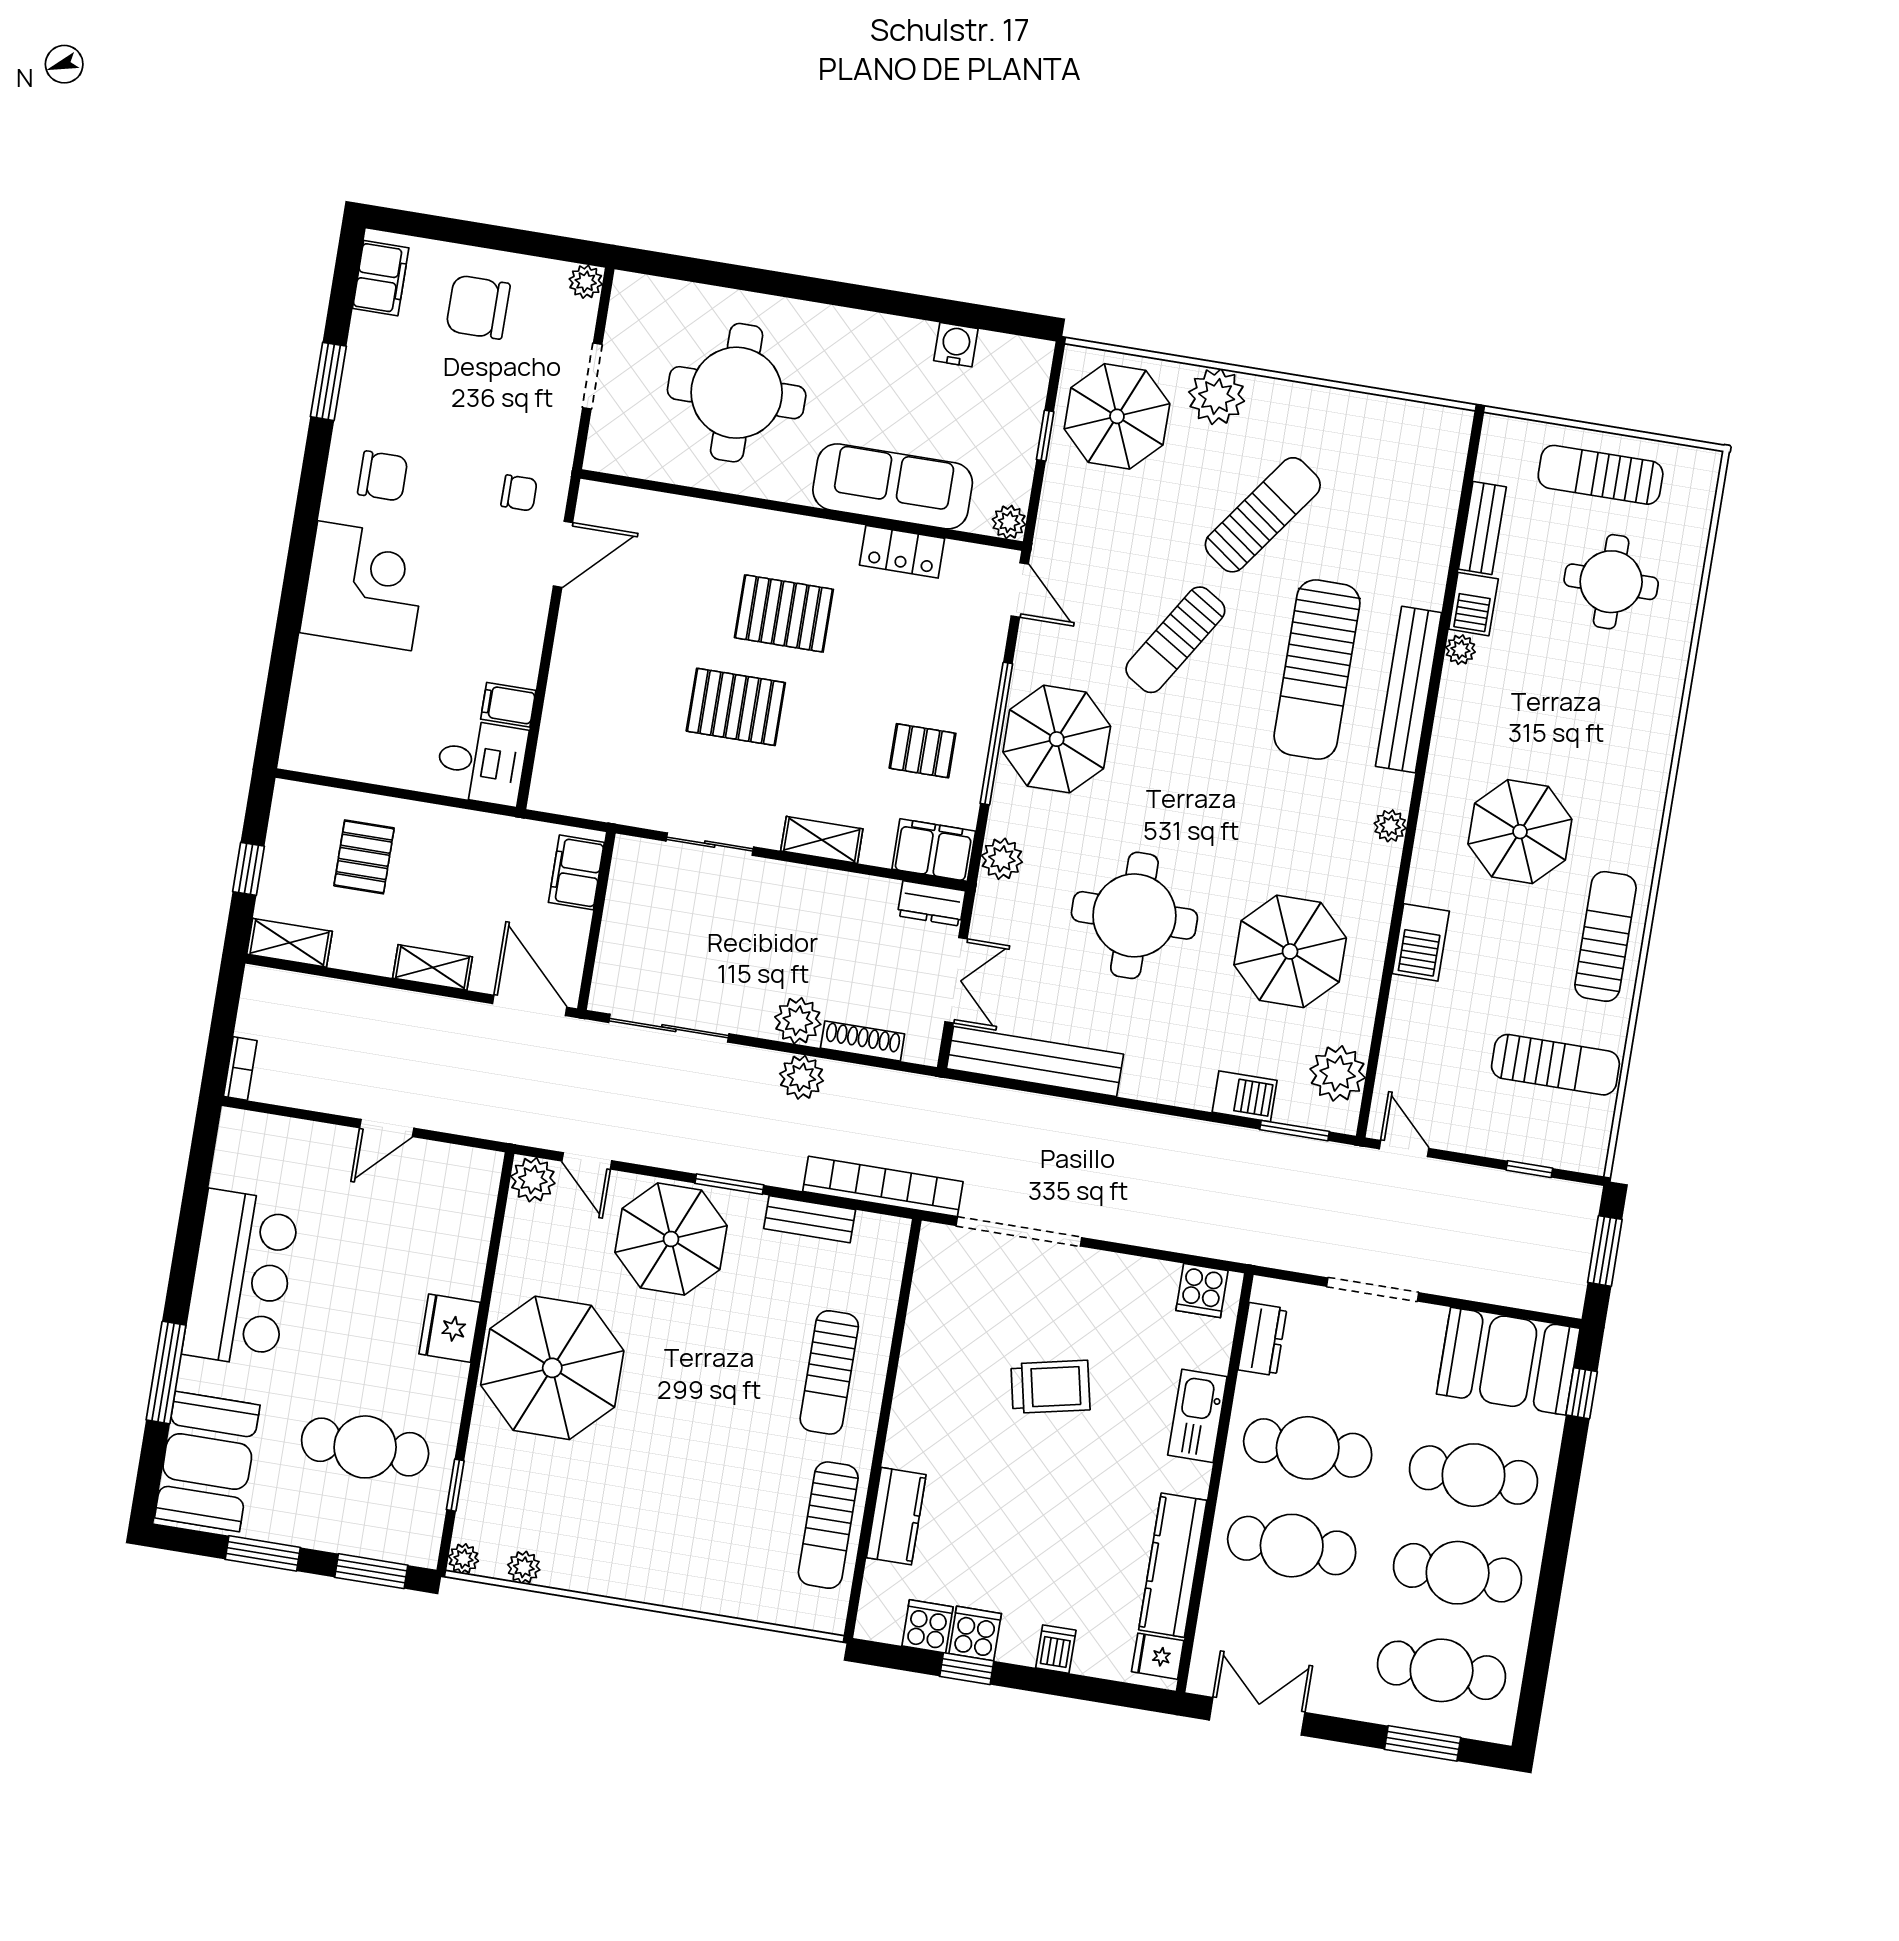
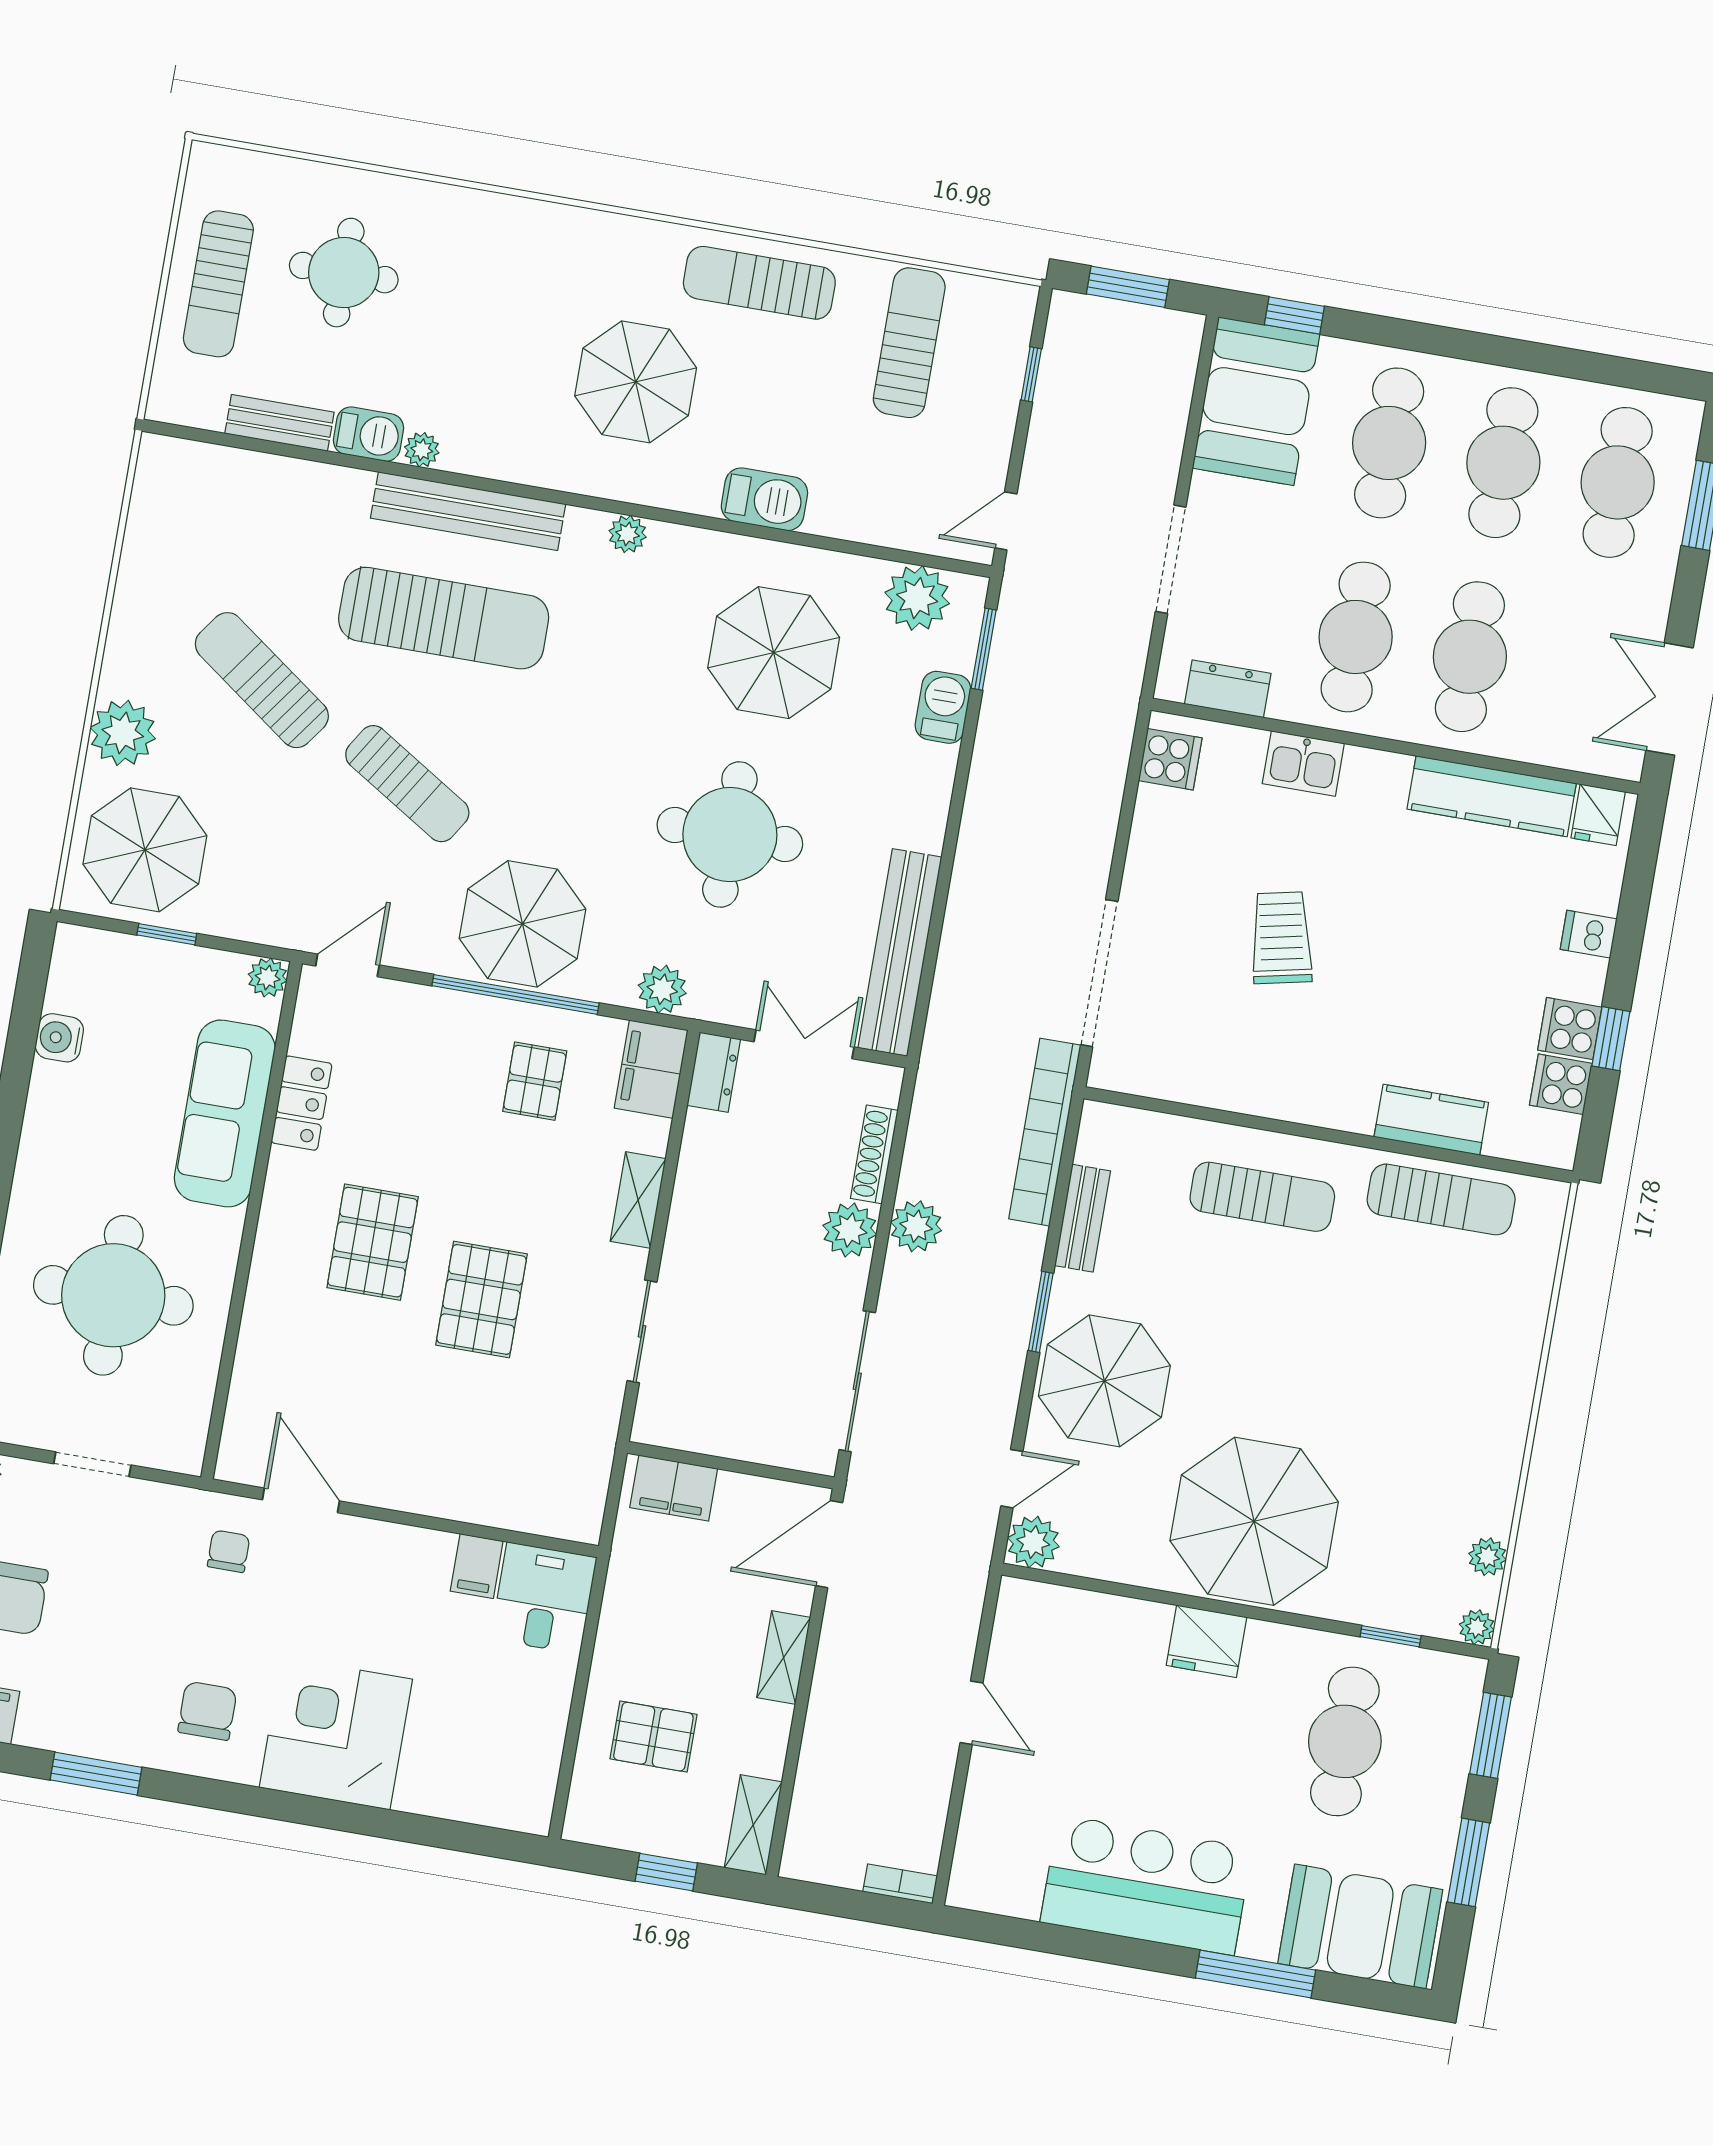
kitchen sink: (1197, 1416) -> (1303, 763), width x0.73

